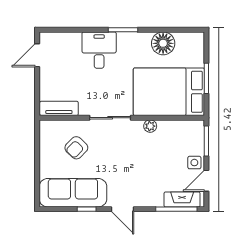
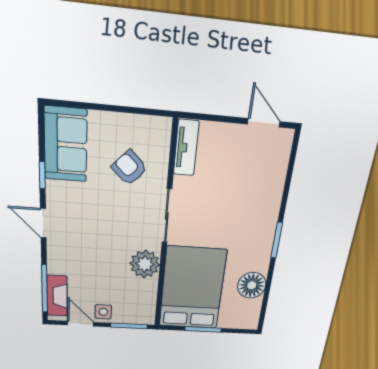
desk: (99, 50) -> (256, 209), removed
plant: (150, 126) -> (145, 264), width x1.88, depth x1.88
sofa: (73, 193) -> (66, 145), width x0.73
door: (122, 209) -> (43, 223), hinge flipped

